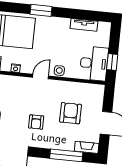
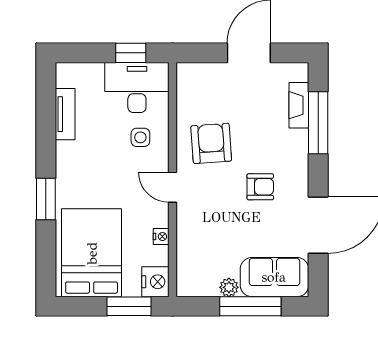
side table: (59, 71) -> (140, 137), moved
armchair: (70, 113) -> (211, 143), moved, turned 86
fireplace: (87, 147) -> (299, 105), moved

